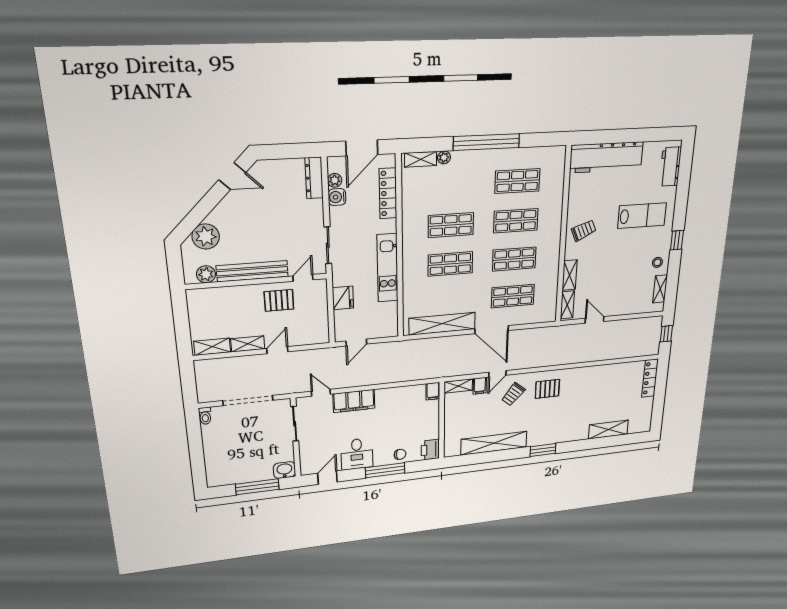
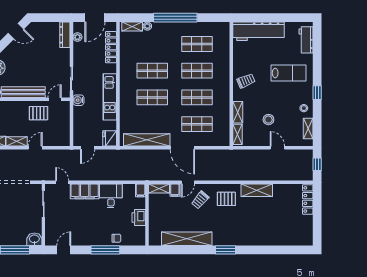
water cooler: (337, 197) -> (78, 100), moved
stool: (610, 282) -> (268, 120), added
fridge: (343, 298) -> (110, 138), moved, turned 180
door: (595, 320) -> (277, 148), moved
shelving: (608, 430) -> (257, 190), moved
printer: (430, 450) -> (139, 218), moved
desk: (357, 454) -> (111, 196), moved, turned 180

